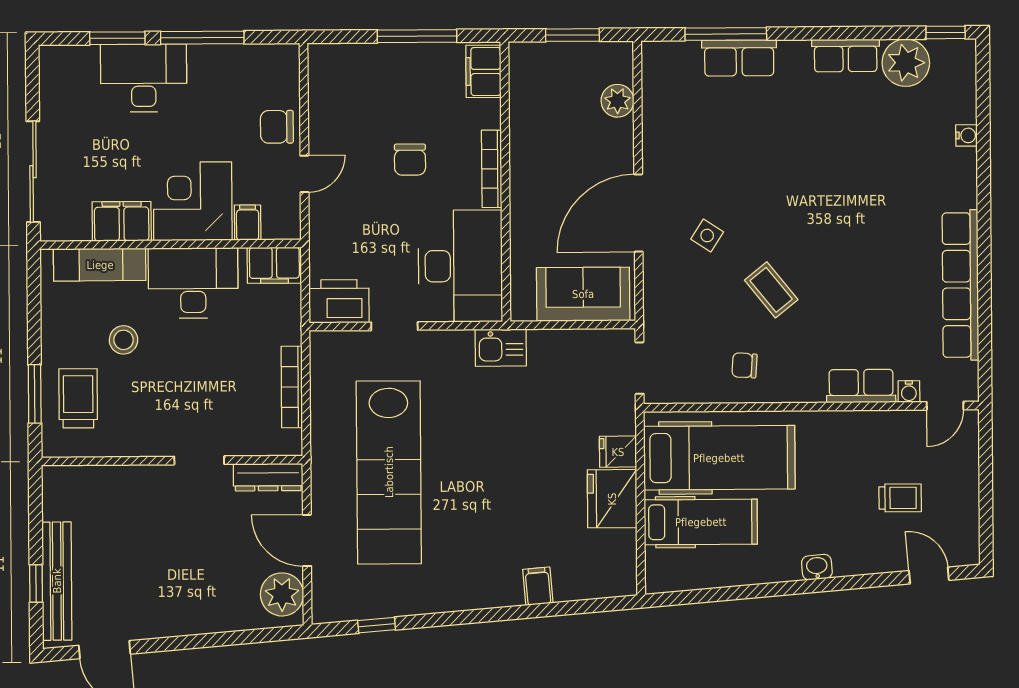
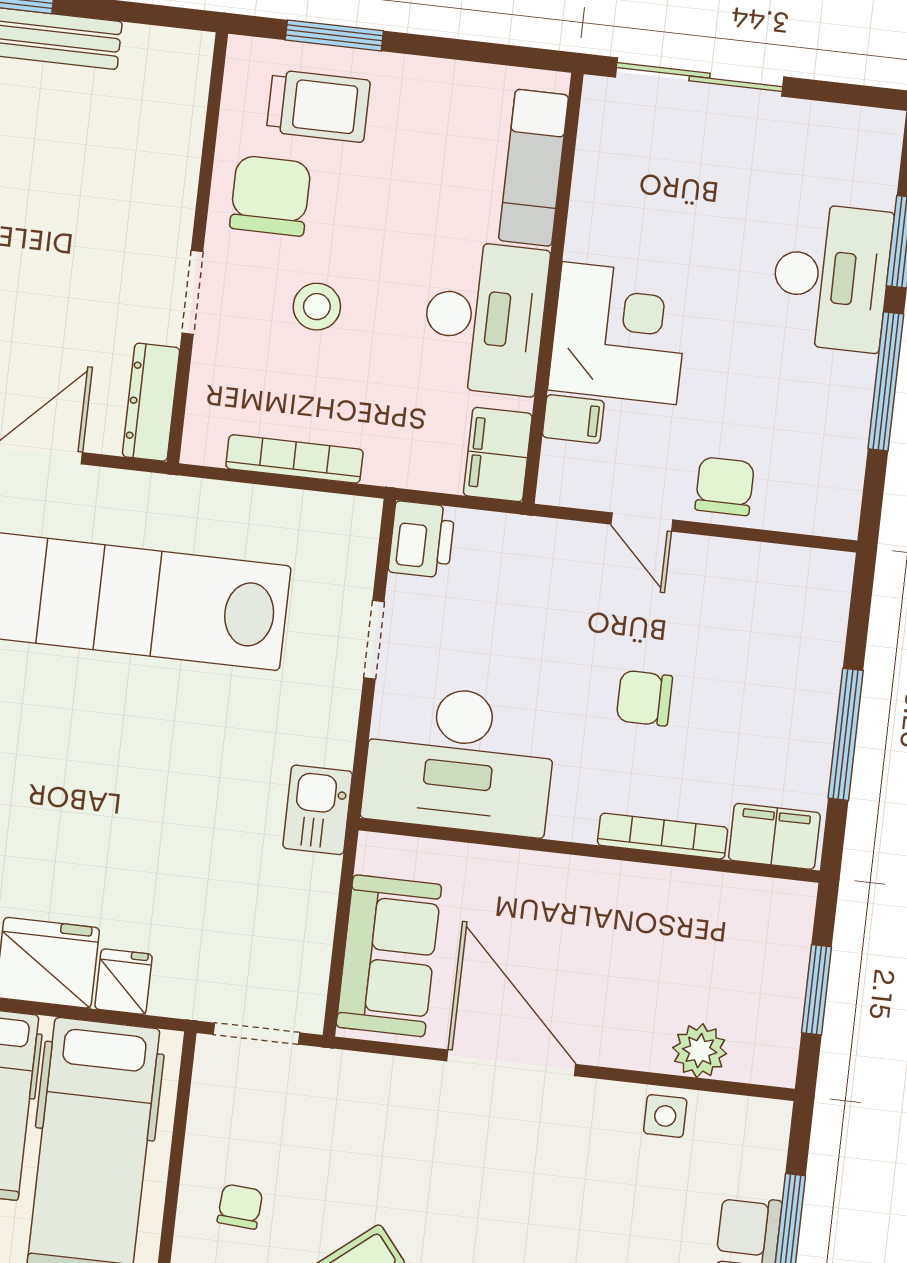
bookcase: (492, 169) -> (663, 836), moved
filing cabinet: (122, 221) -> (600, 213), removed
side table: (707, 236) -> (665, 1116), moved, turned -33
printer: (339, 301) -> (422, 540), width x0.73, depth x0.84
stool: (124, 340) -> (317, 307), moved
chair: (135, 421) -> (270, 196), added

